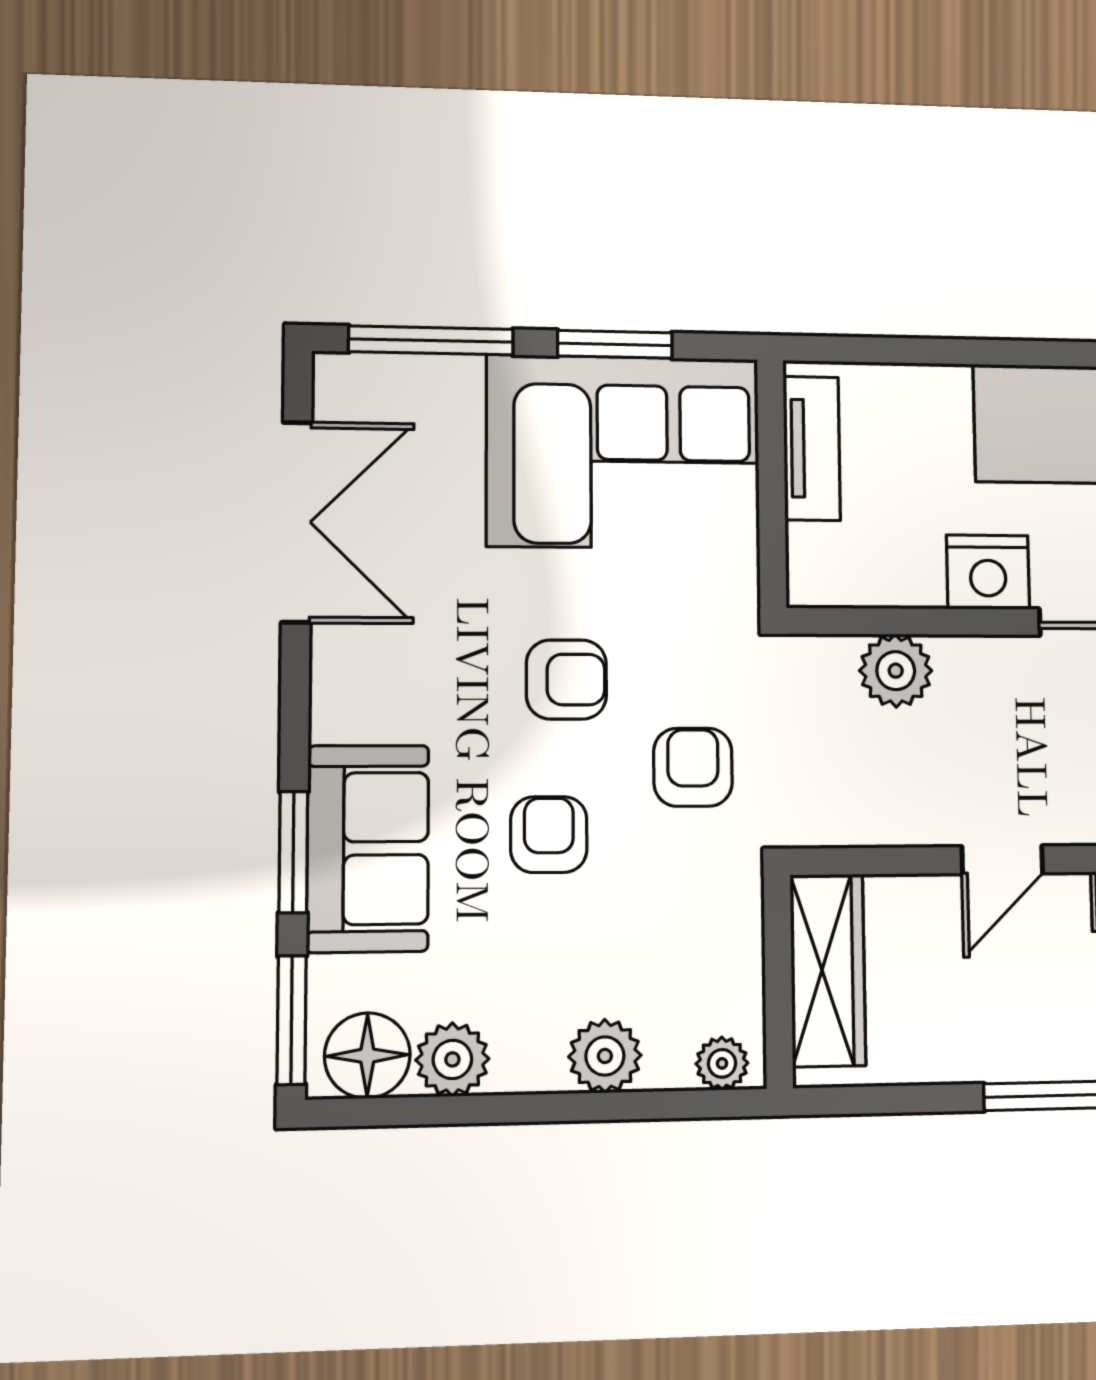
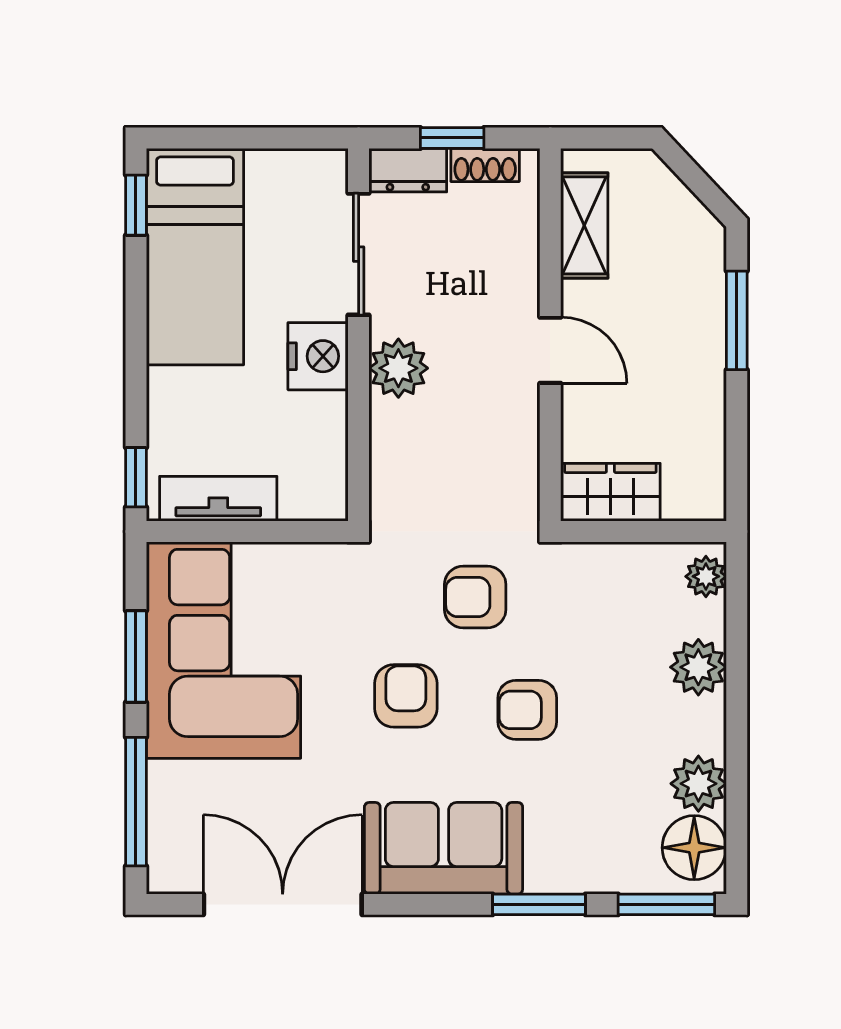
window: (836, 349) -> (136, 477), added
plant: (896, 671) -> (398, 368), moved
sofa: (368, 848) -> (444, 848), moved
wardrobe: (828, 970) -> (610, 492), width x0.67

